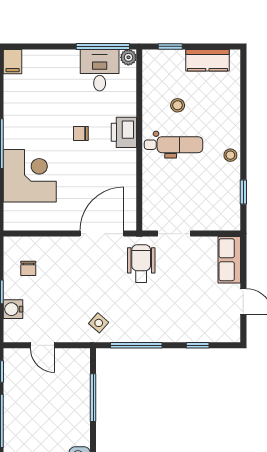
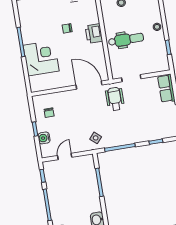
printer: (124, 132) -> (94, 34), moved
dental chair: (174, 145) -> (126, 40), moved
door: (102, 234) -> (89, 85), hinge flipped
door: (42, 345) -> (65, 156), swing flipped

